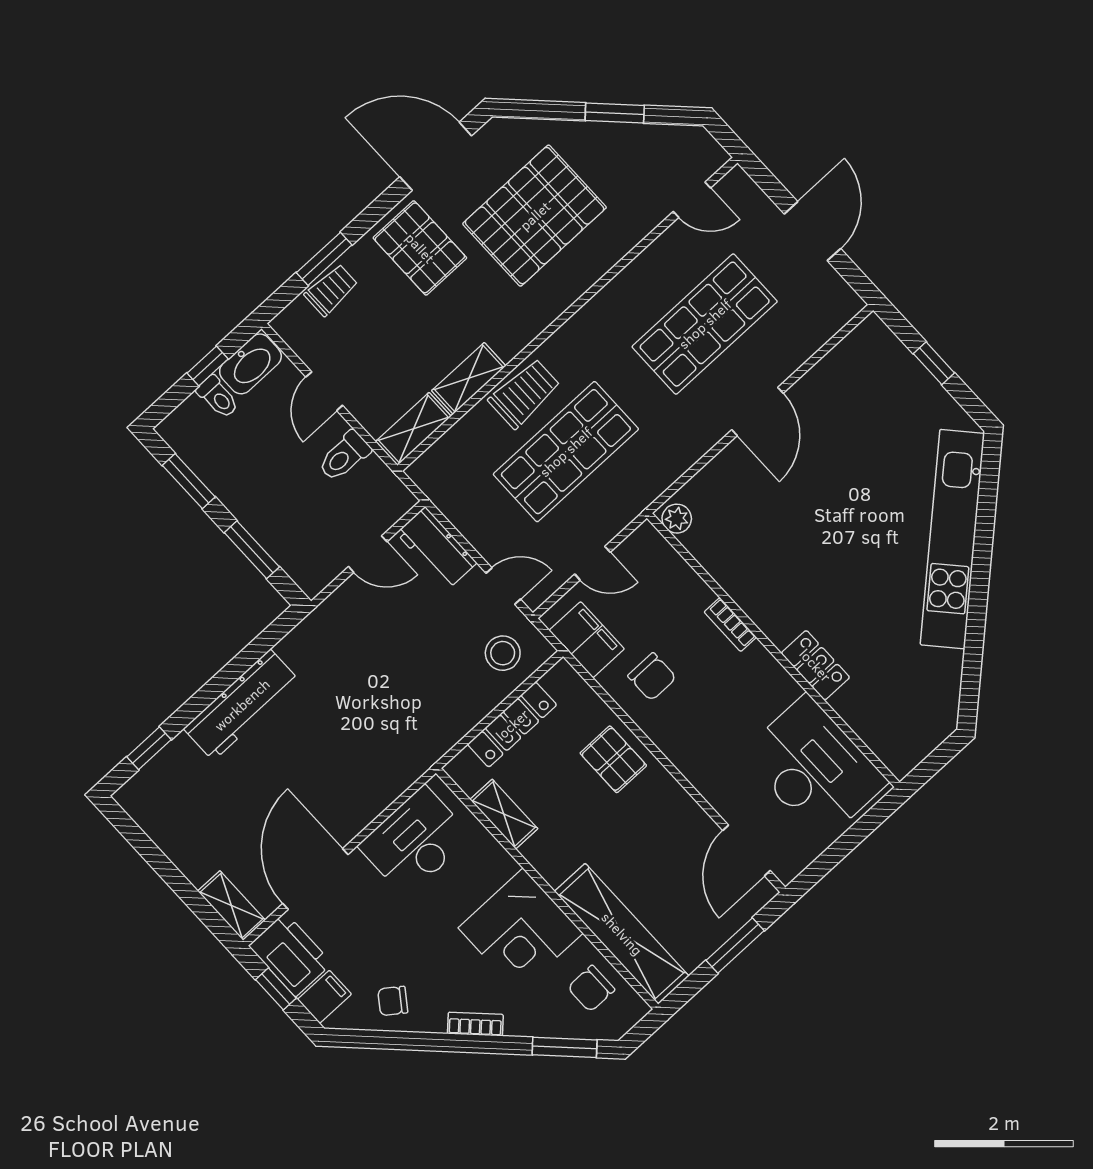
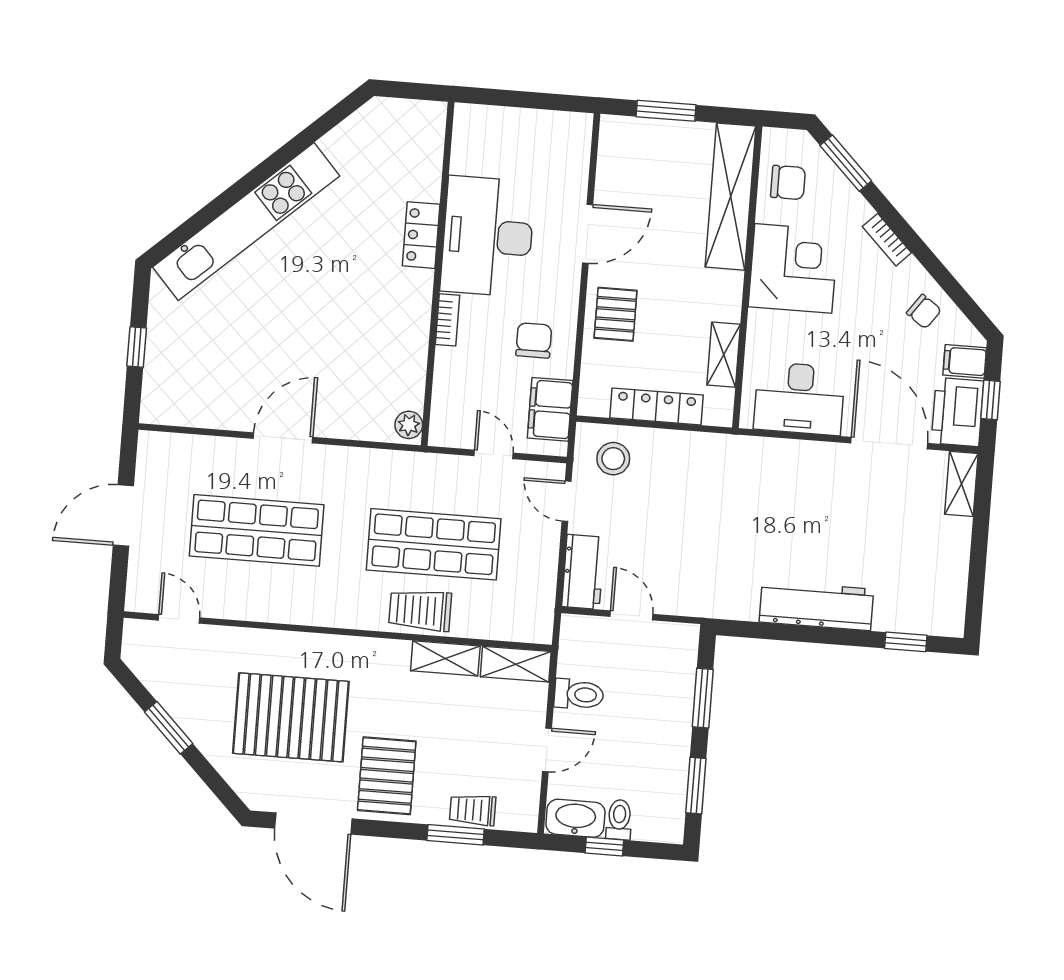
desk: (814, 768) -> (488, 236), moved
door: (747, 851) -> (588, 234), moved
door: (315, 879) -> (889, 443), swing flipped

